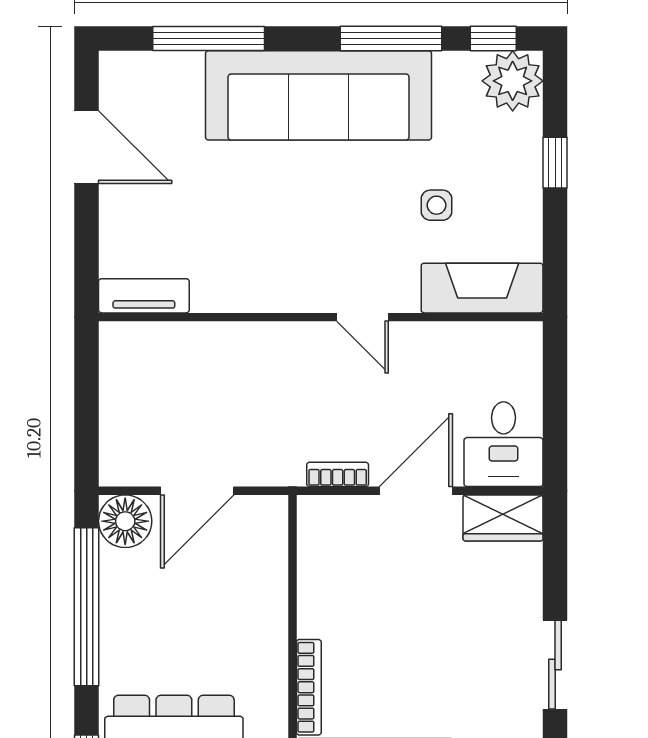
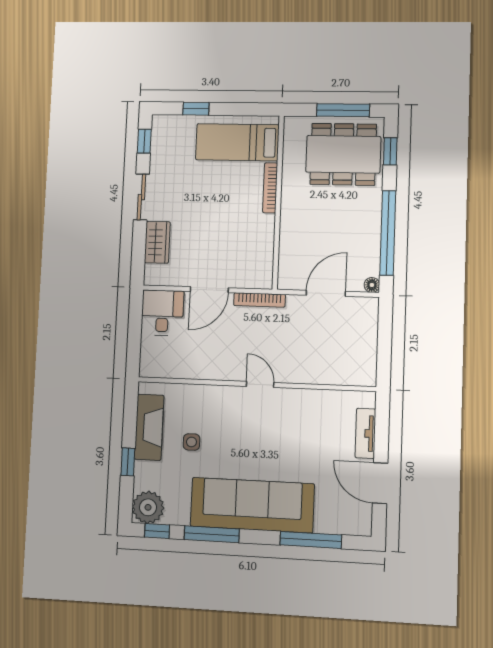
fireplace: (482, 288) -> (149, 427), moved, turned -90
tv unit: (144, 296) -> (365, 433), moved, turned 90
door: (363, 317) -> (260, 384), moved
bookcase: (338, 474) -> (260, 300), width x1.56
wardrobe: (503, 518) -> (157, 242), moved, turned 90
floor lamp: (125, 521) -> (372, 285), width x0.53, depth x0.53

